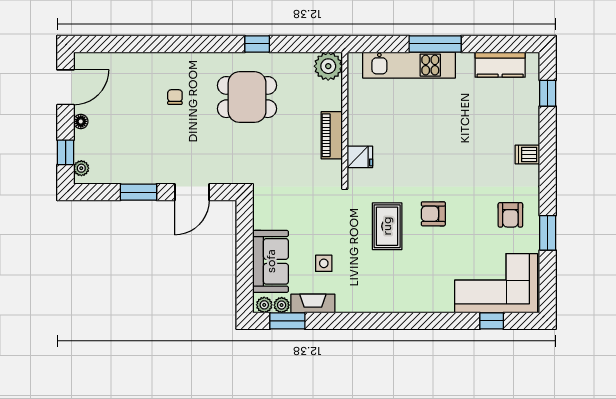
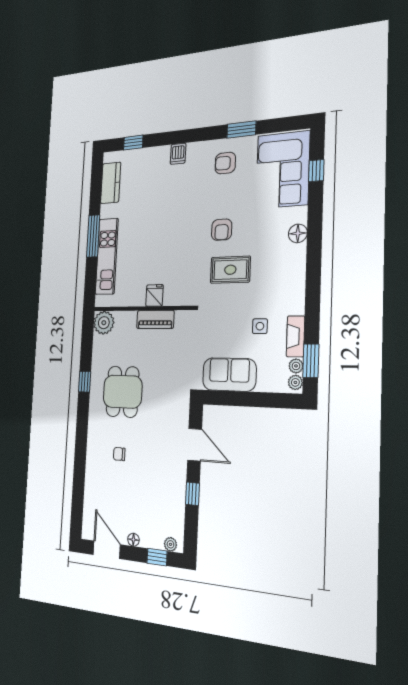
fridge: (360, 157) -> (154, 295), moved
window: (138, 192) -> (192, 494), width x0.67
armchair: (510, 215) -> (225, 163), turned 180
sofa: (271, 261) -> (229, 375), moved
floor lamp: (424, 303) -> (298, 233), added

